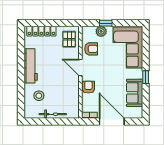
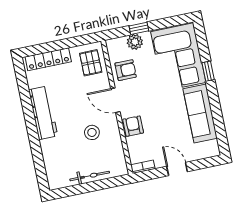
window: (146, 77) -> (208, 71), moved
sofa: (135, 93) -> (200, 113), width x1.36
stool: (39, 96) -> (92, 132), moved
door: (112, 122) -> (177, 169), width x0.53

